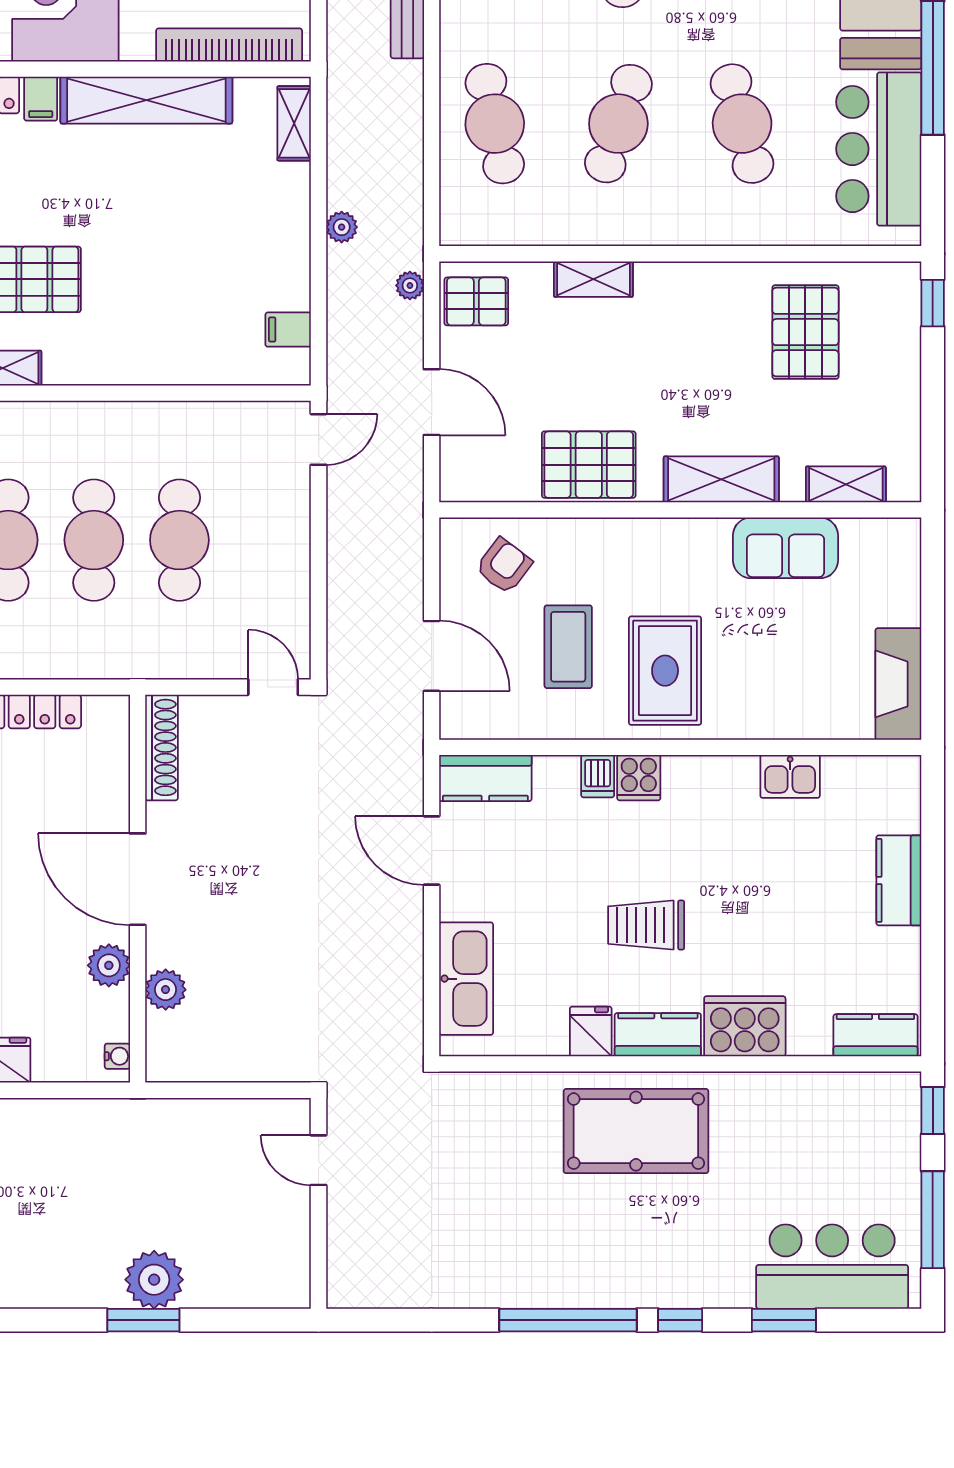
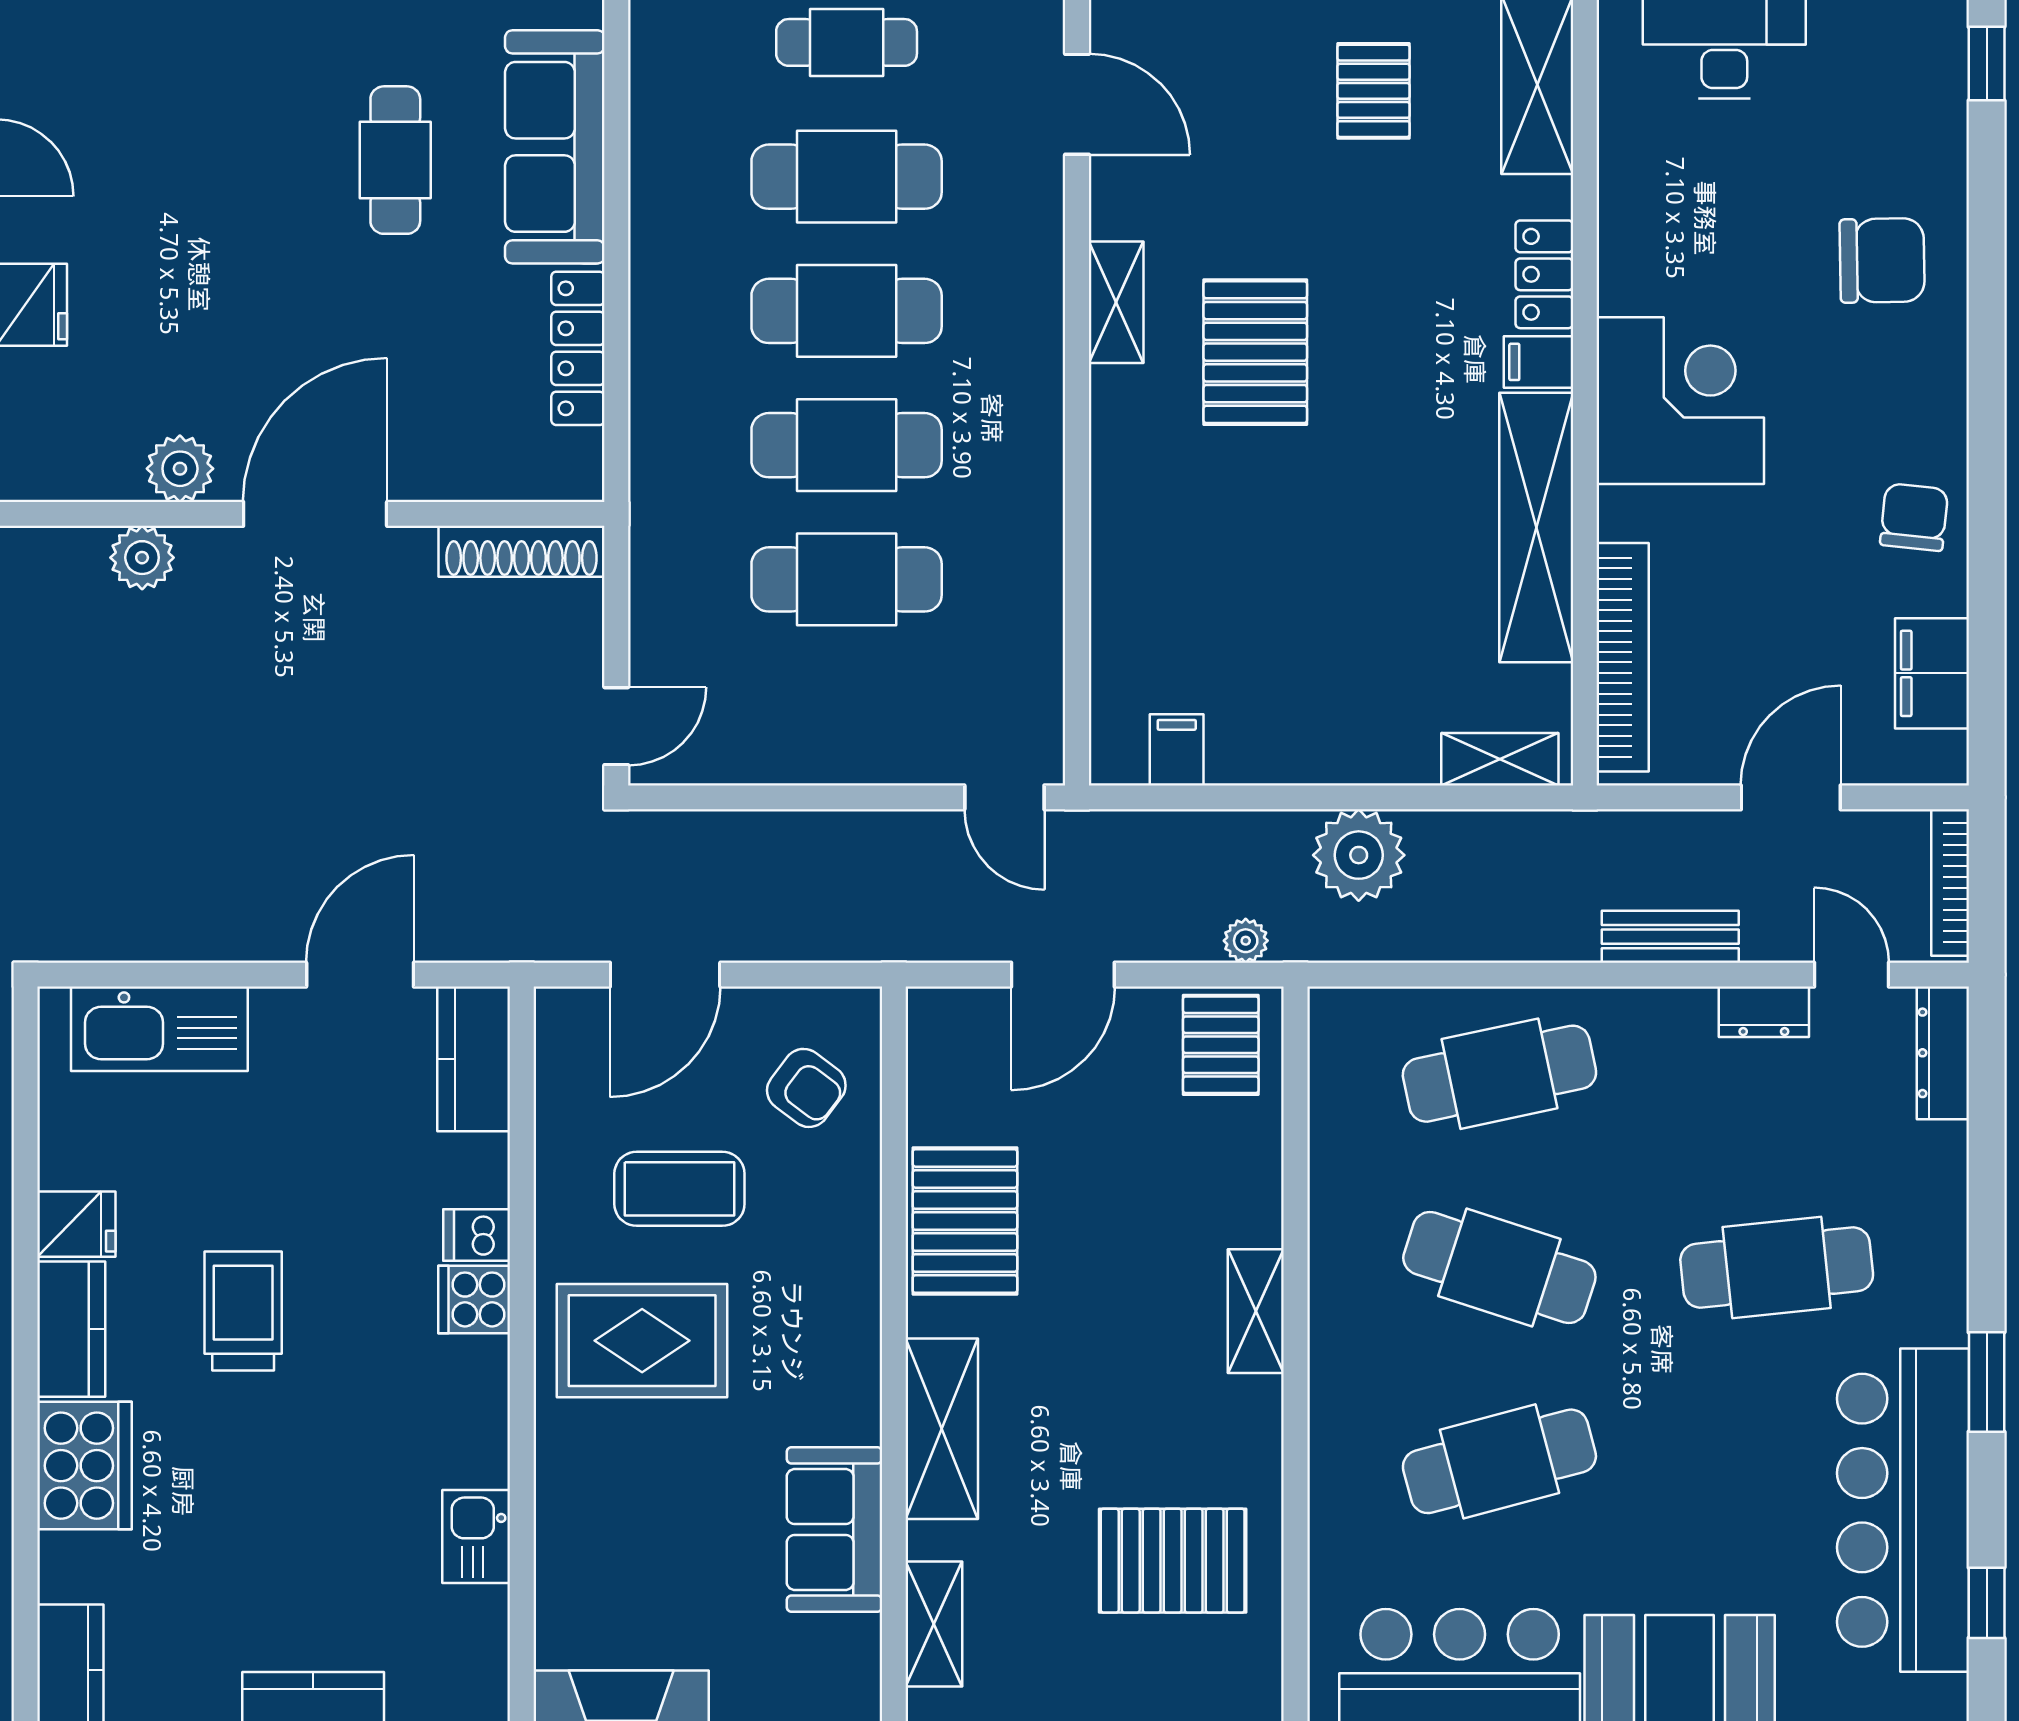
plant: (342, 227) -> (1359, 855), width x1.87, depth x1.87
shelving: (593, 279) -> (1256, 1311), moved
water cooler: (117, 1056) -> (38, 482), removed

